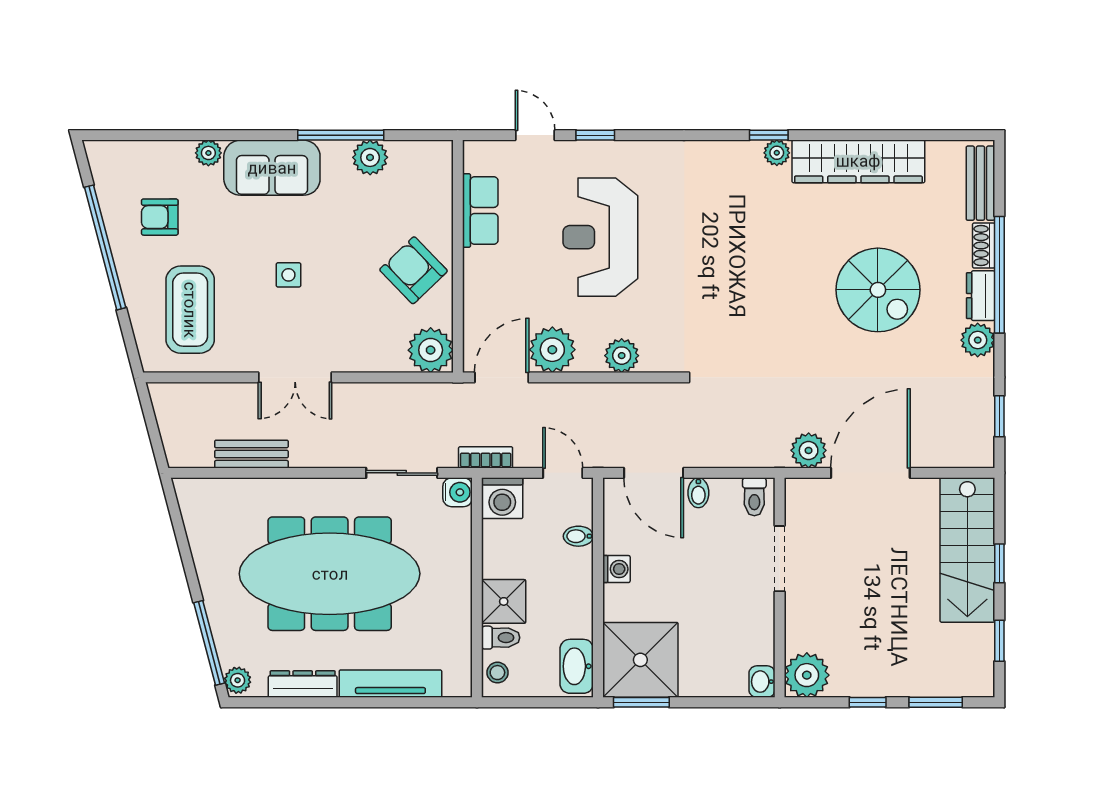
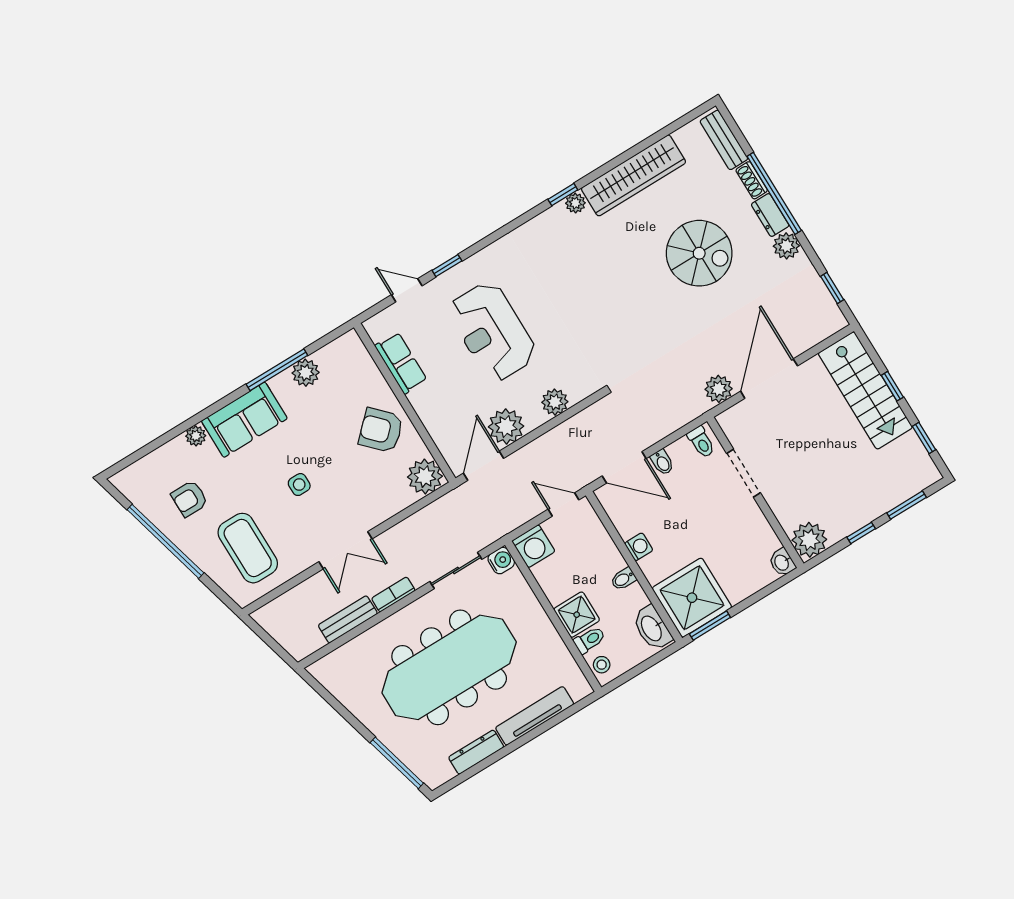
bookcase: (486, 457) -> (393, 595), moved
bidet: (578, 536) -> (623, 579), moved
plant: (238, 680) -> (431, 776), removed

